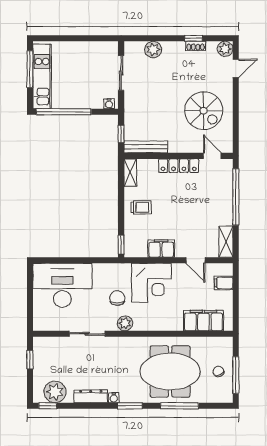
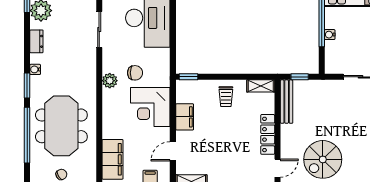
water cooler: (109, 104) -> (330, 35), moved
sliding door: (87, 334) -> (99, 30), moved
dresser: (91, 396) -> (36, 41), width x0.70
window: (179, 406) -> (27, 135), width x1.46

